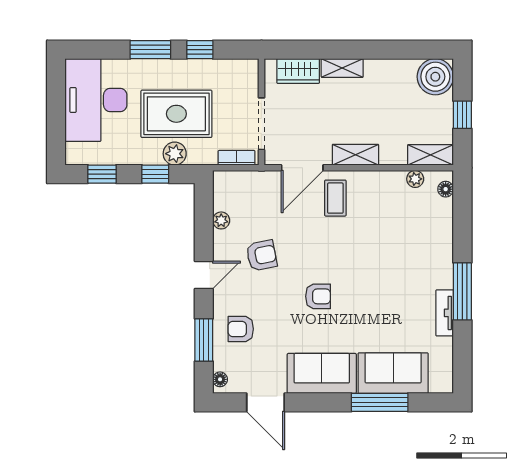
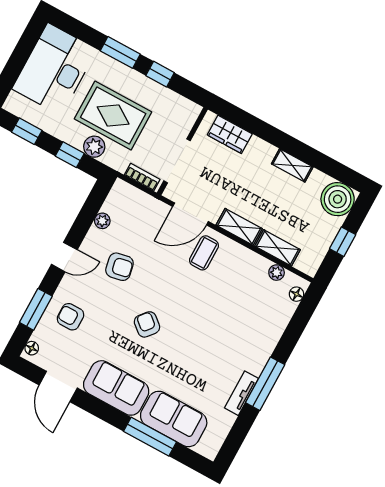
shelving: (342, 68) -> (292, 165), moved
shelving: (431, 155) -> (277, 248), moved
armchair: (318, 296) -> (147, 324), turned -140

